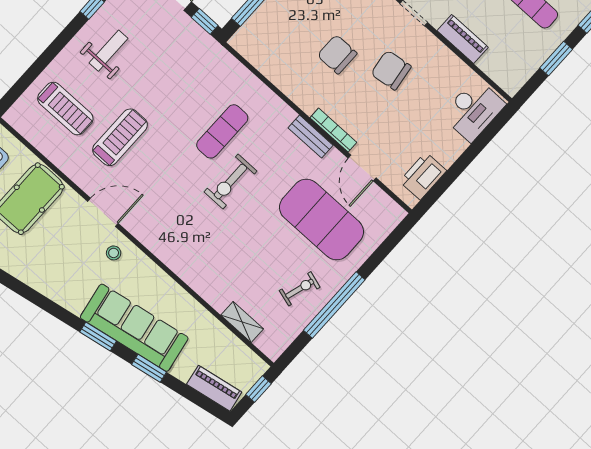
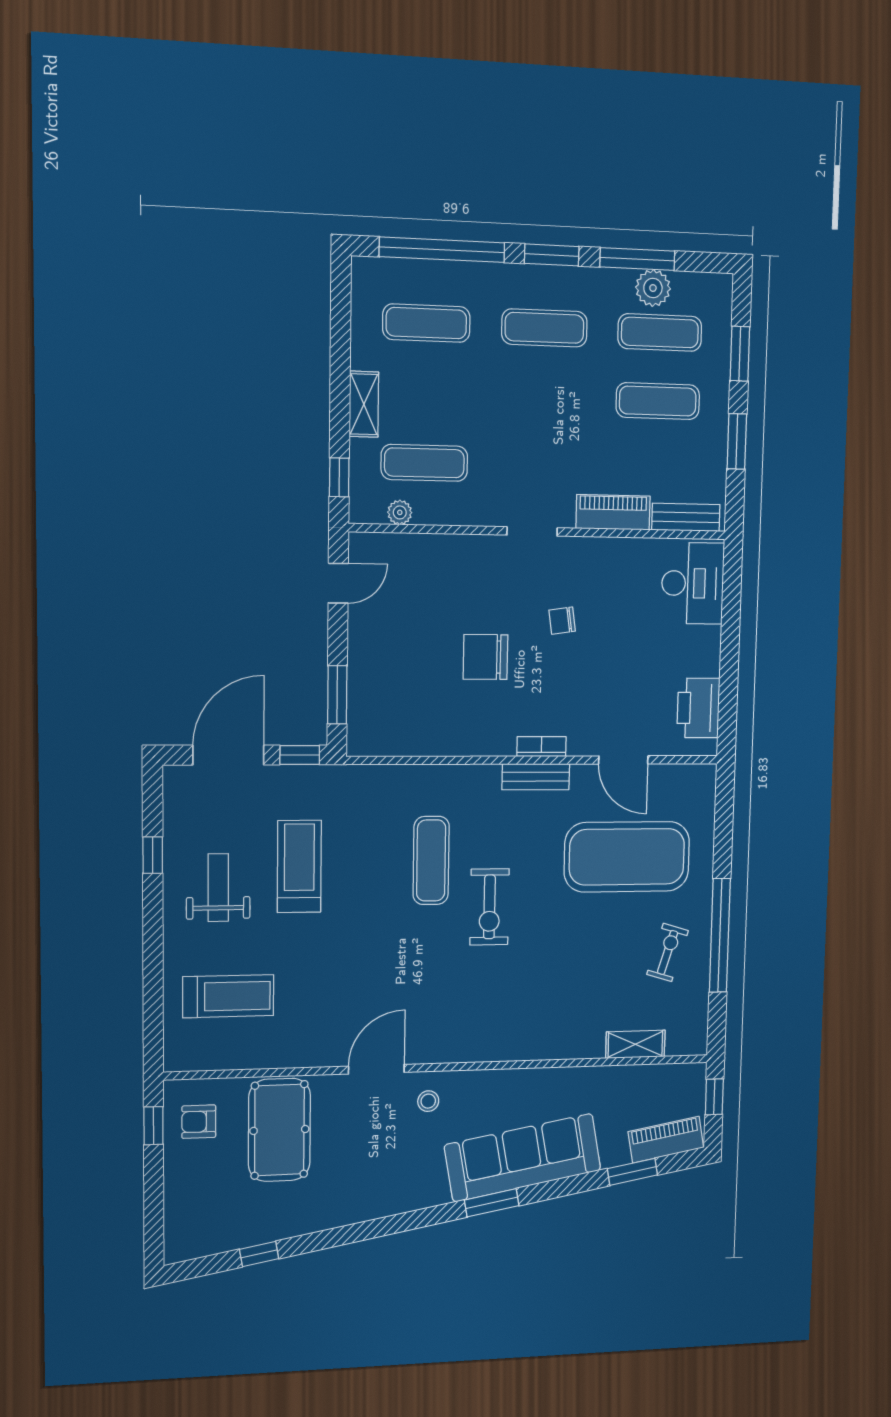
chair: (391, 70) -> (562, 621), width x0.54, depth x0.54
bench: (498, 74) -> (686, 517), added
bookcase: (333, 130) -> (541, 747), width x0.64
treadmill: (120, 137) -> (299, 866), moved
window: (149, 368) -> (632, 1172), moved

